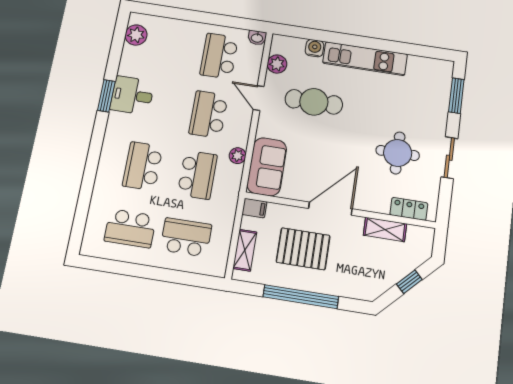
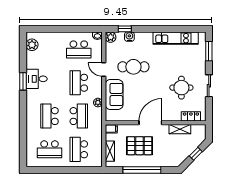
window: (308, 34) -> (125, 29), added
school desk: (219, 56) -> (79, 49), turned -90
kitchen unit: (365, 59) -> (176, 38), moved
plant: (277, 64) -> (111, 37), moved
sofa: (267, 167) -> (114, 94), moved
school desk: (186, 237) -> (79, 149), turned -90

